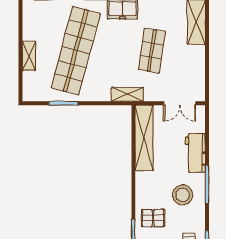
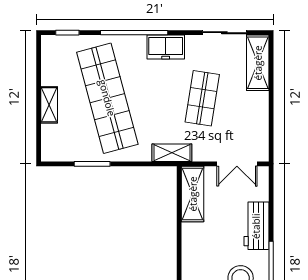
shop shelf: (76, 51) -> (107, 98), turned -30
shelving: (144, 138) -> (193, 194), width x0.68

